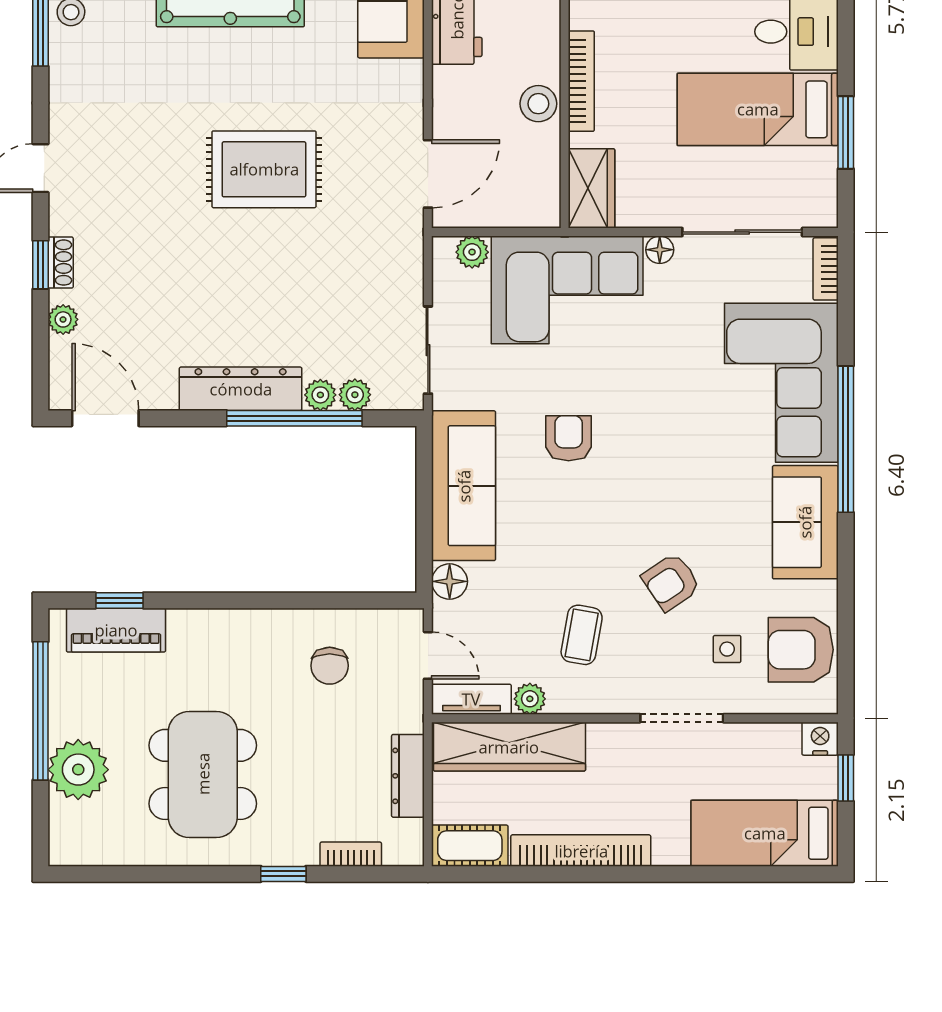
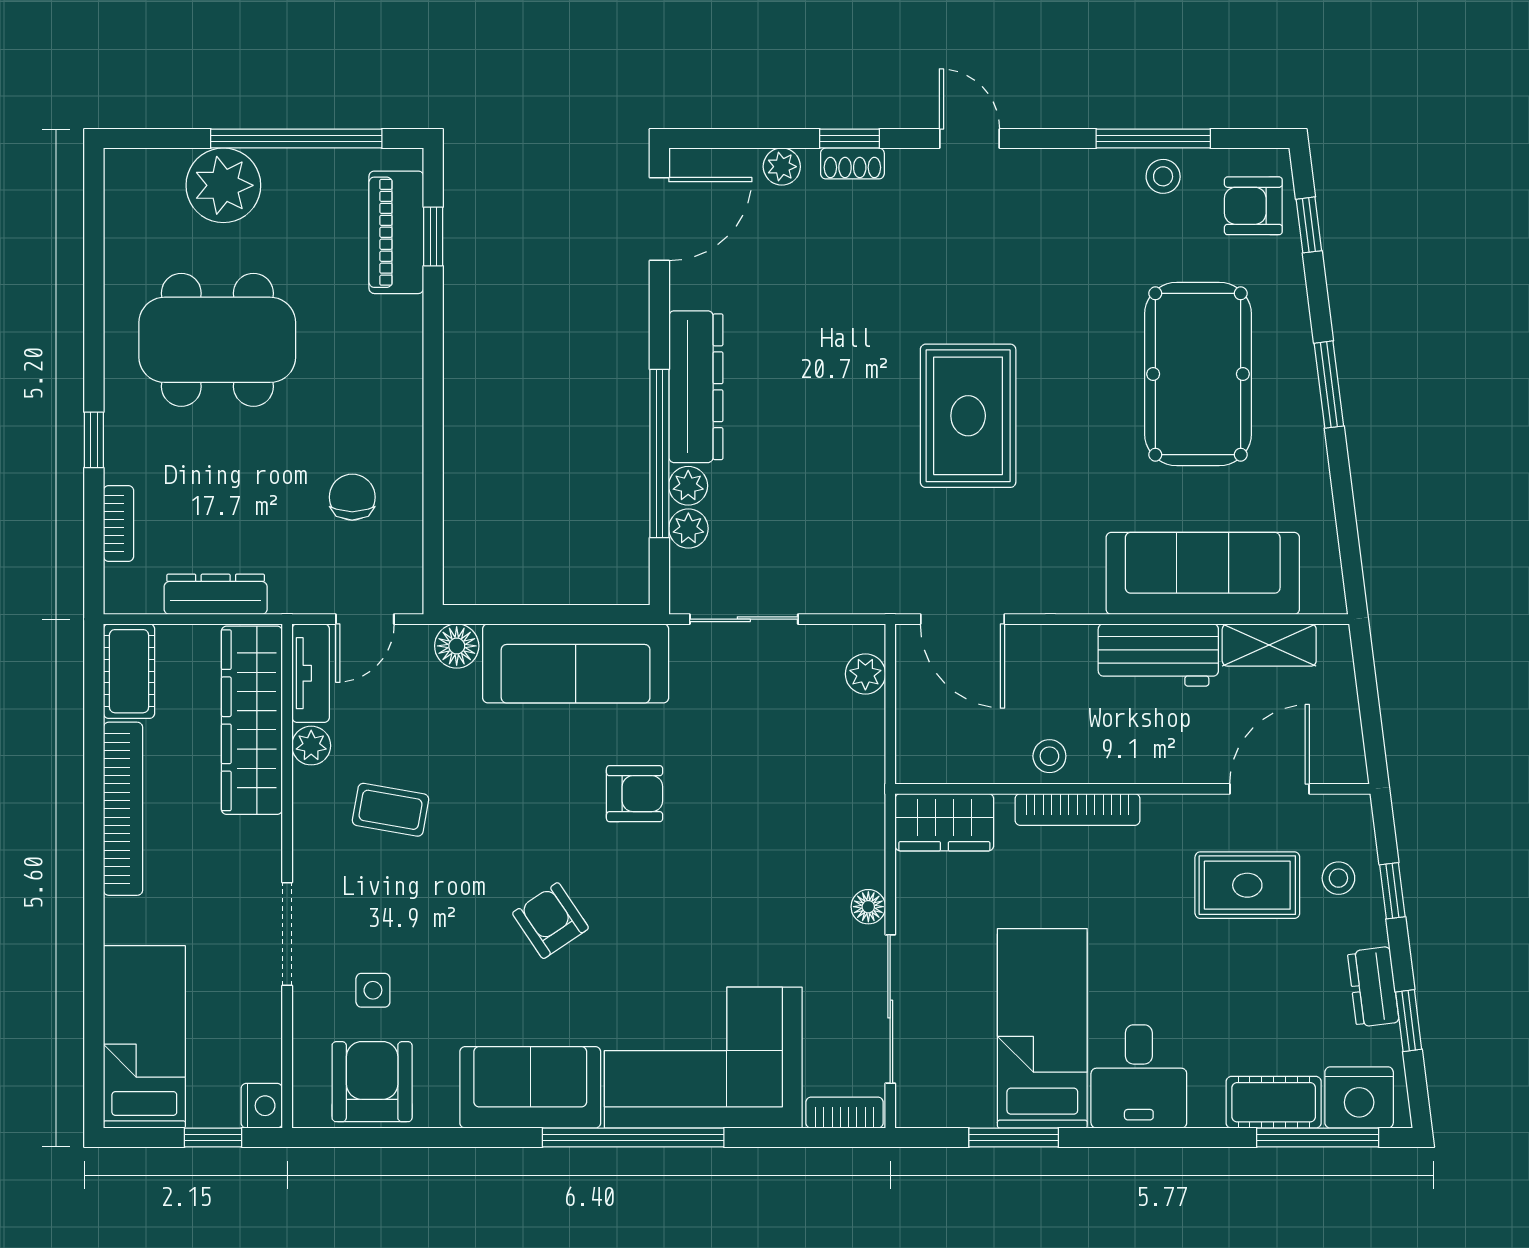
stool: (538, 104) -> (1049, 756), width x0.73, depth x0.73
corner sofa: (567, 290) -> (818, 792), removed
armchair: (671, 582) -> (550, 921), moved
chair: (330, 666) -> (352, 497), turned 90

